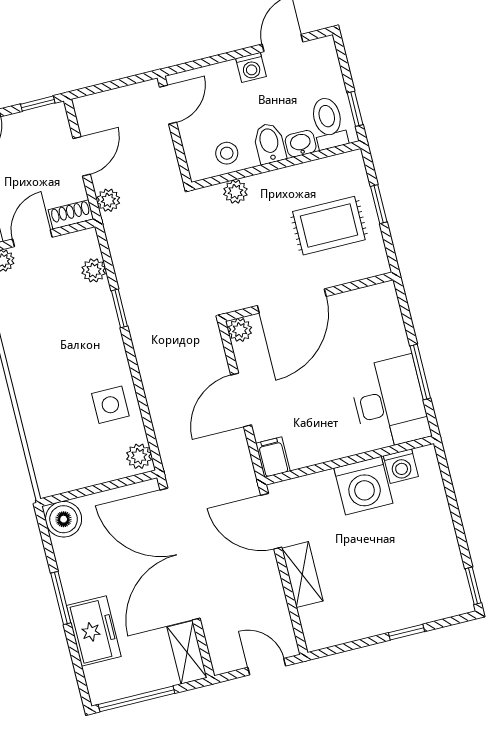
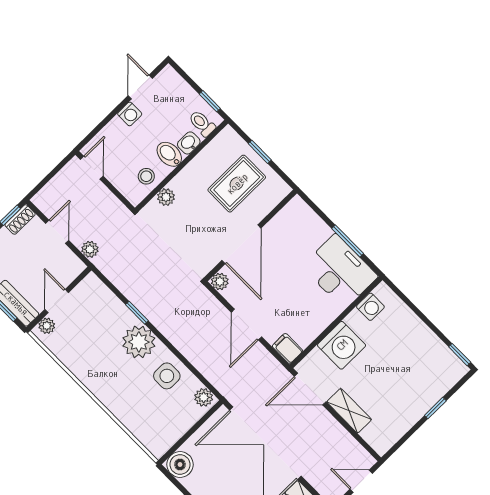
toilet: (328, 123) -> (202, 123), width x0.73, depth x0.72
shoe rack: (71, 214) -> (20, 219), moved, turned 180
plant: (94, 270) -> (139, 342), moved, width x1.87, depth x1.87
washing machine: (363, 486) -> (342, 345), moved

